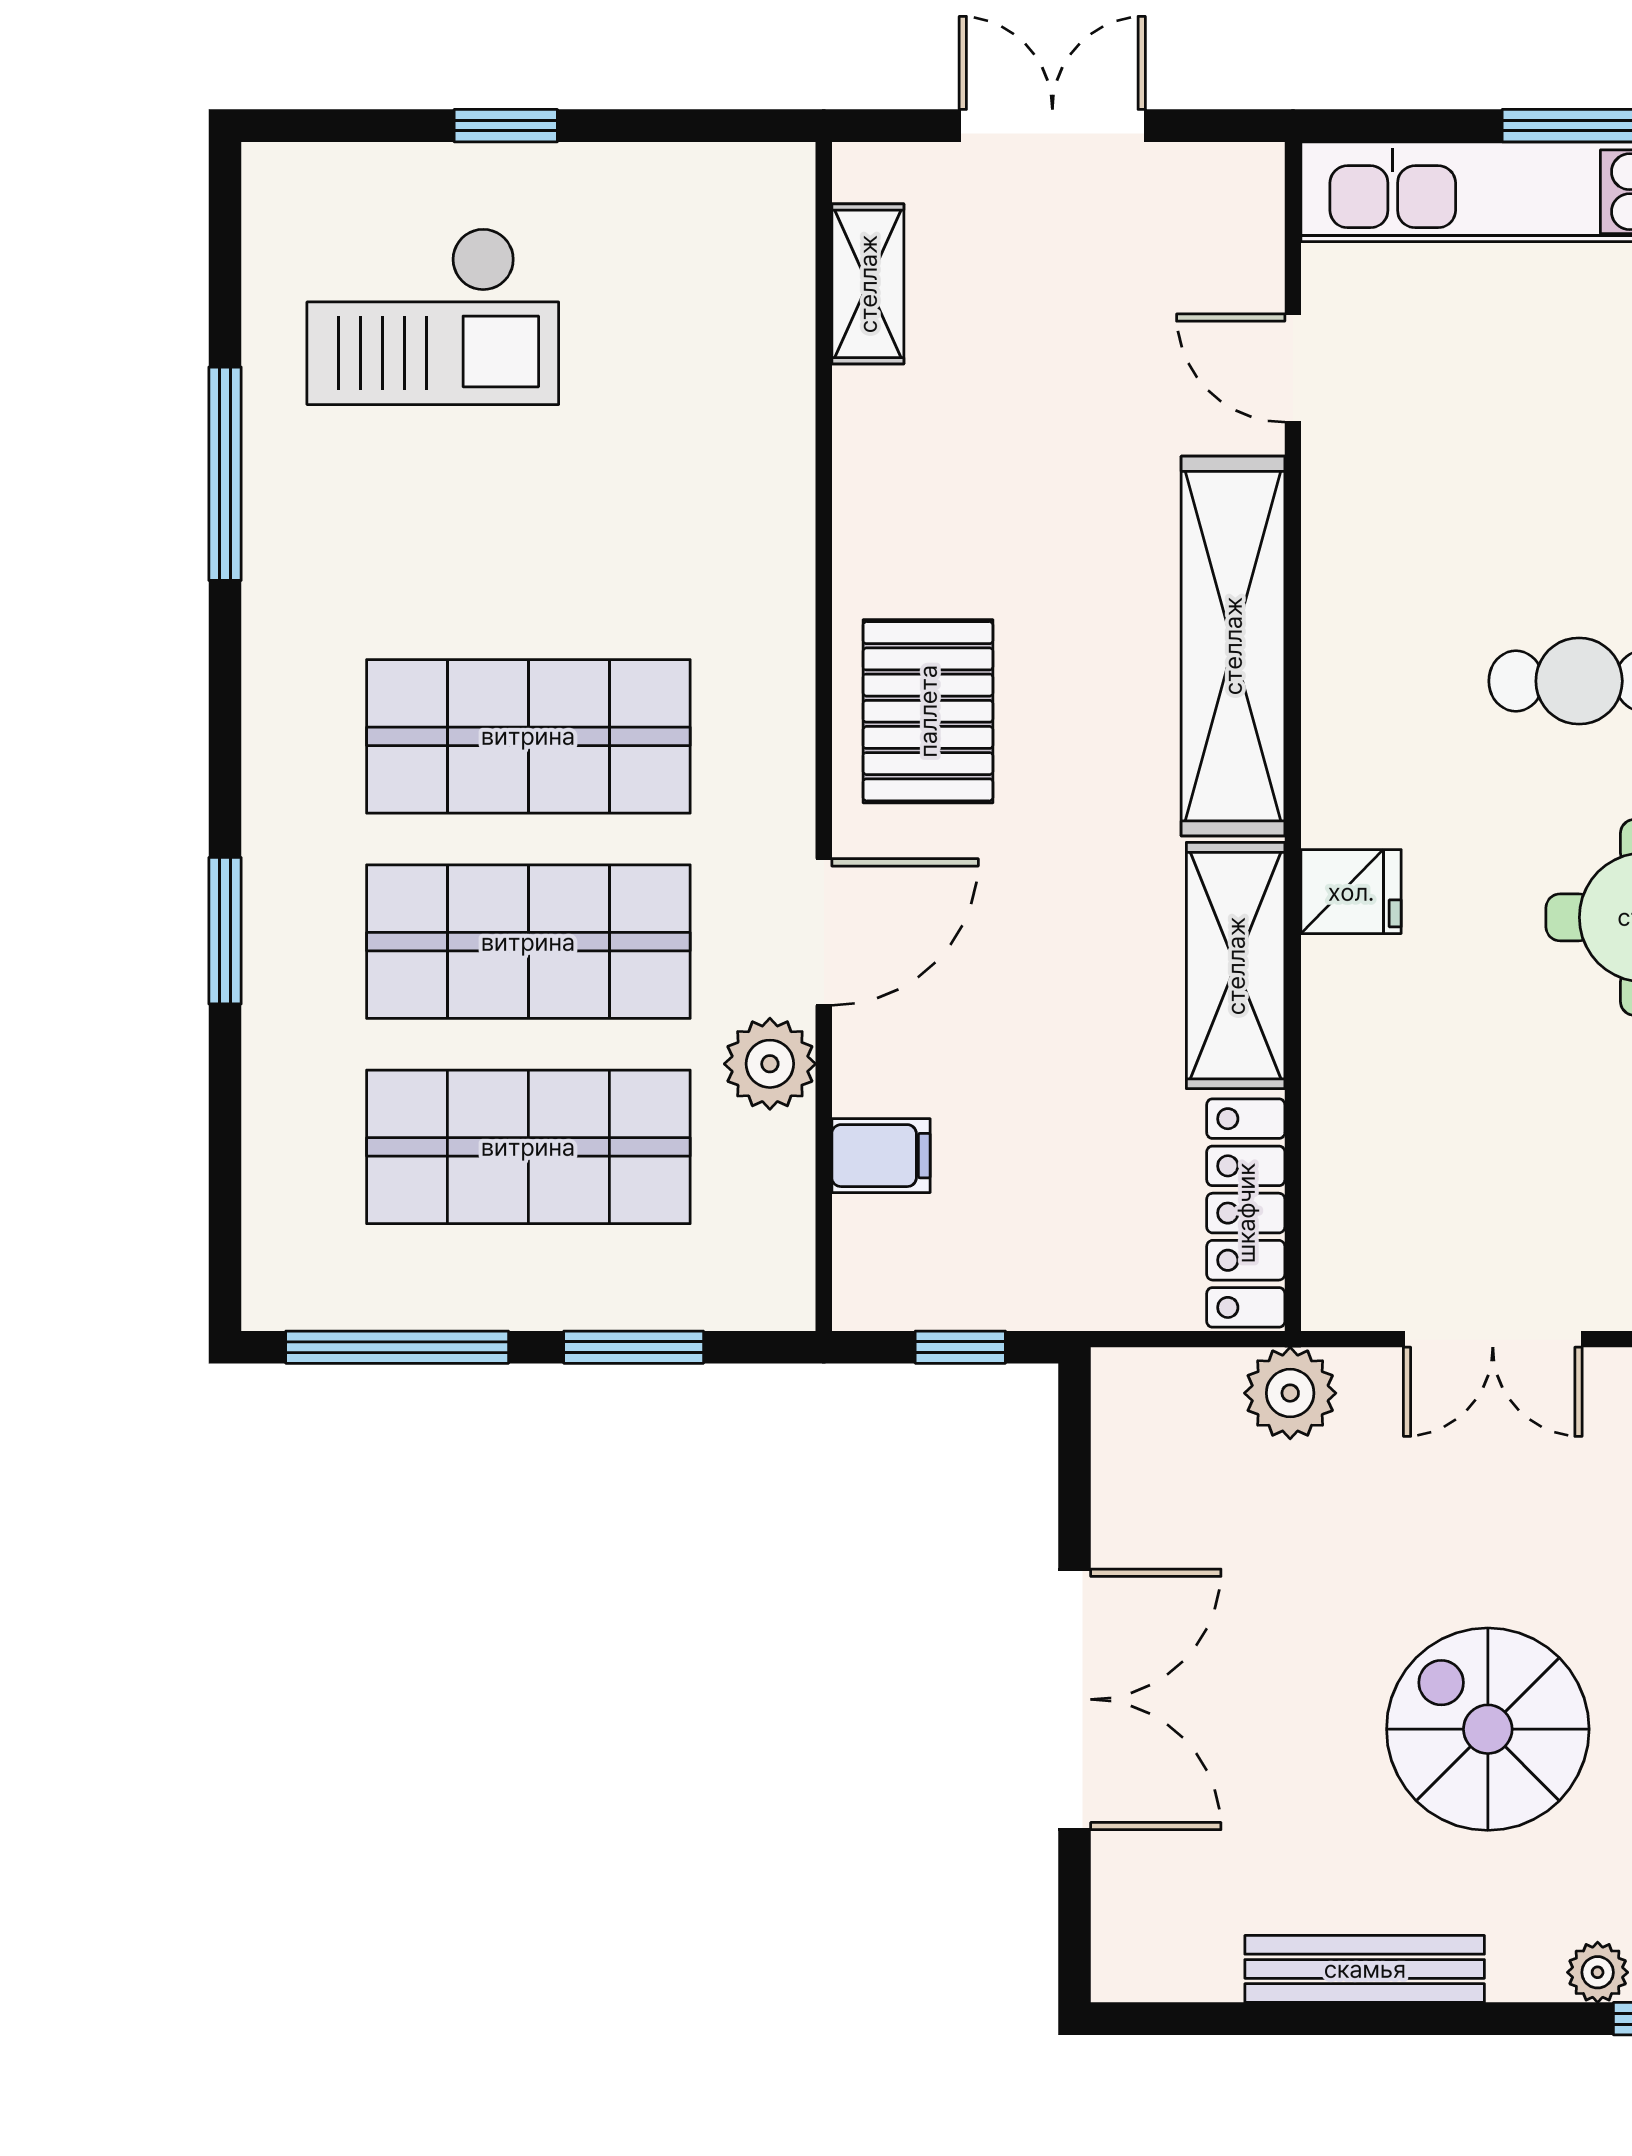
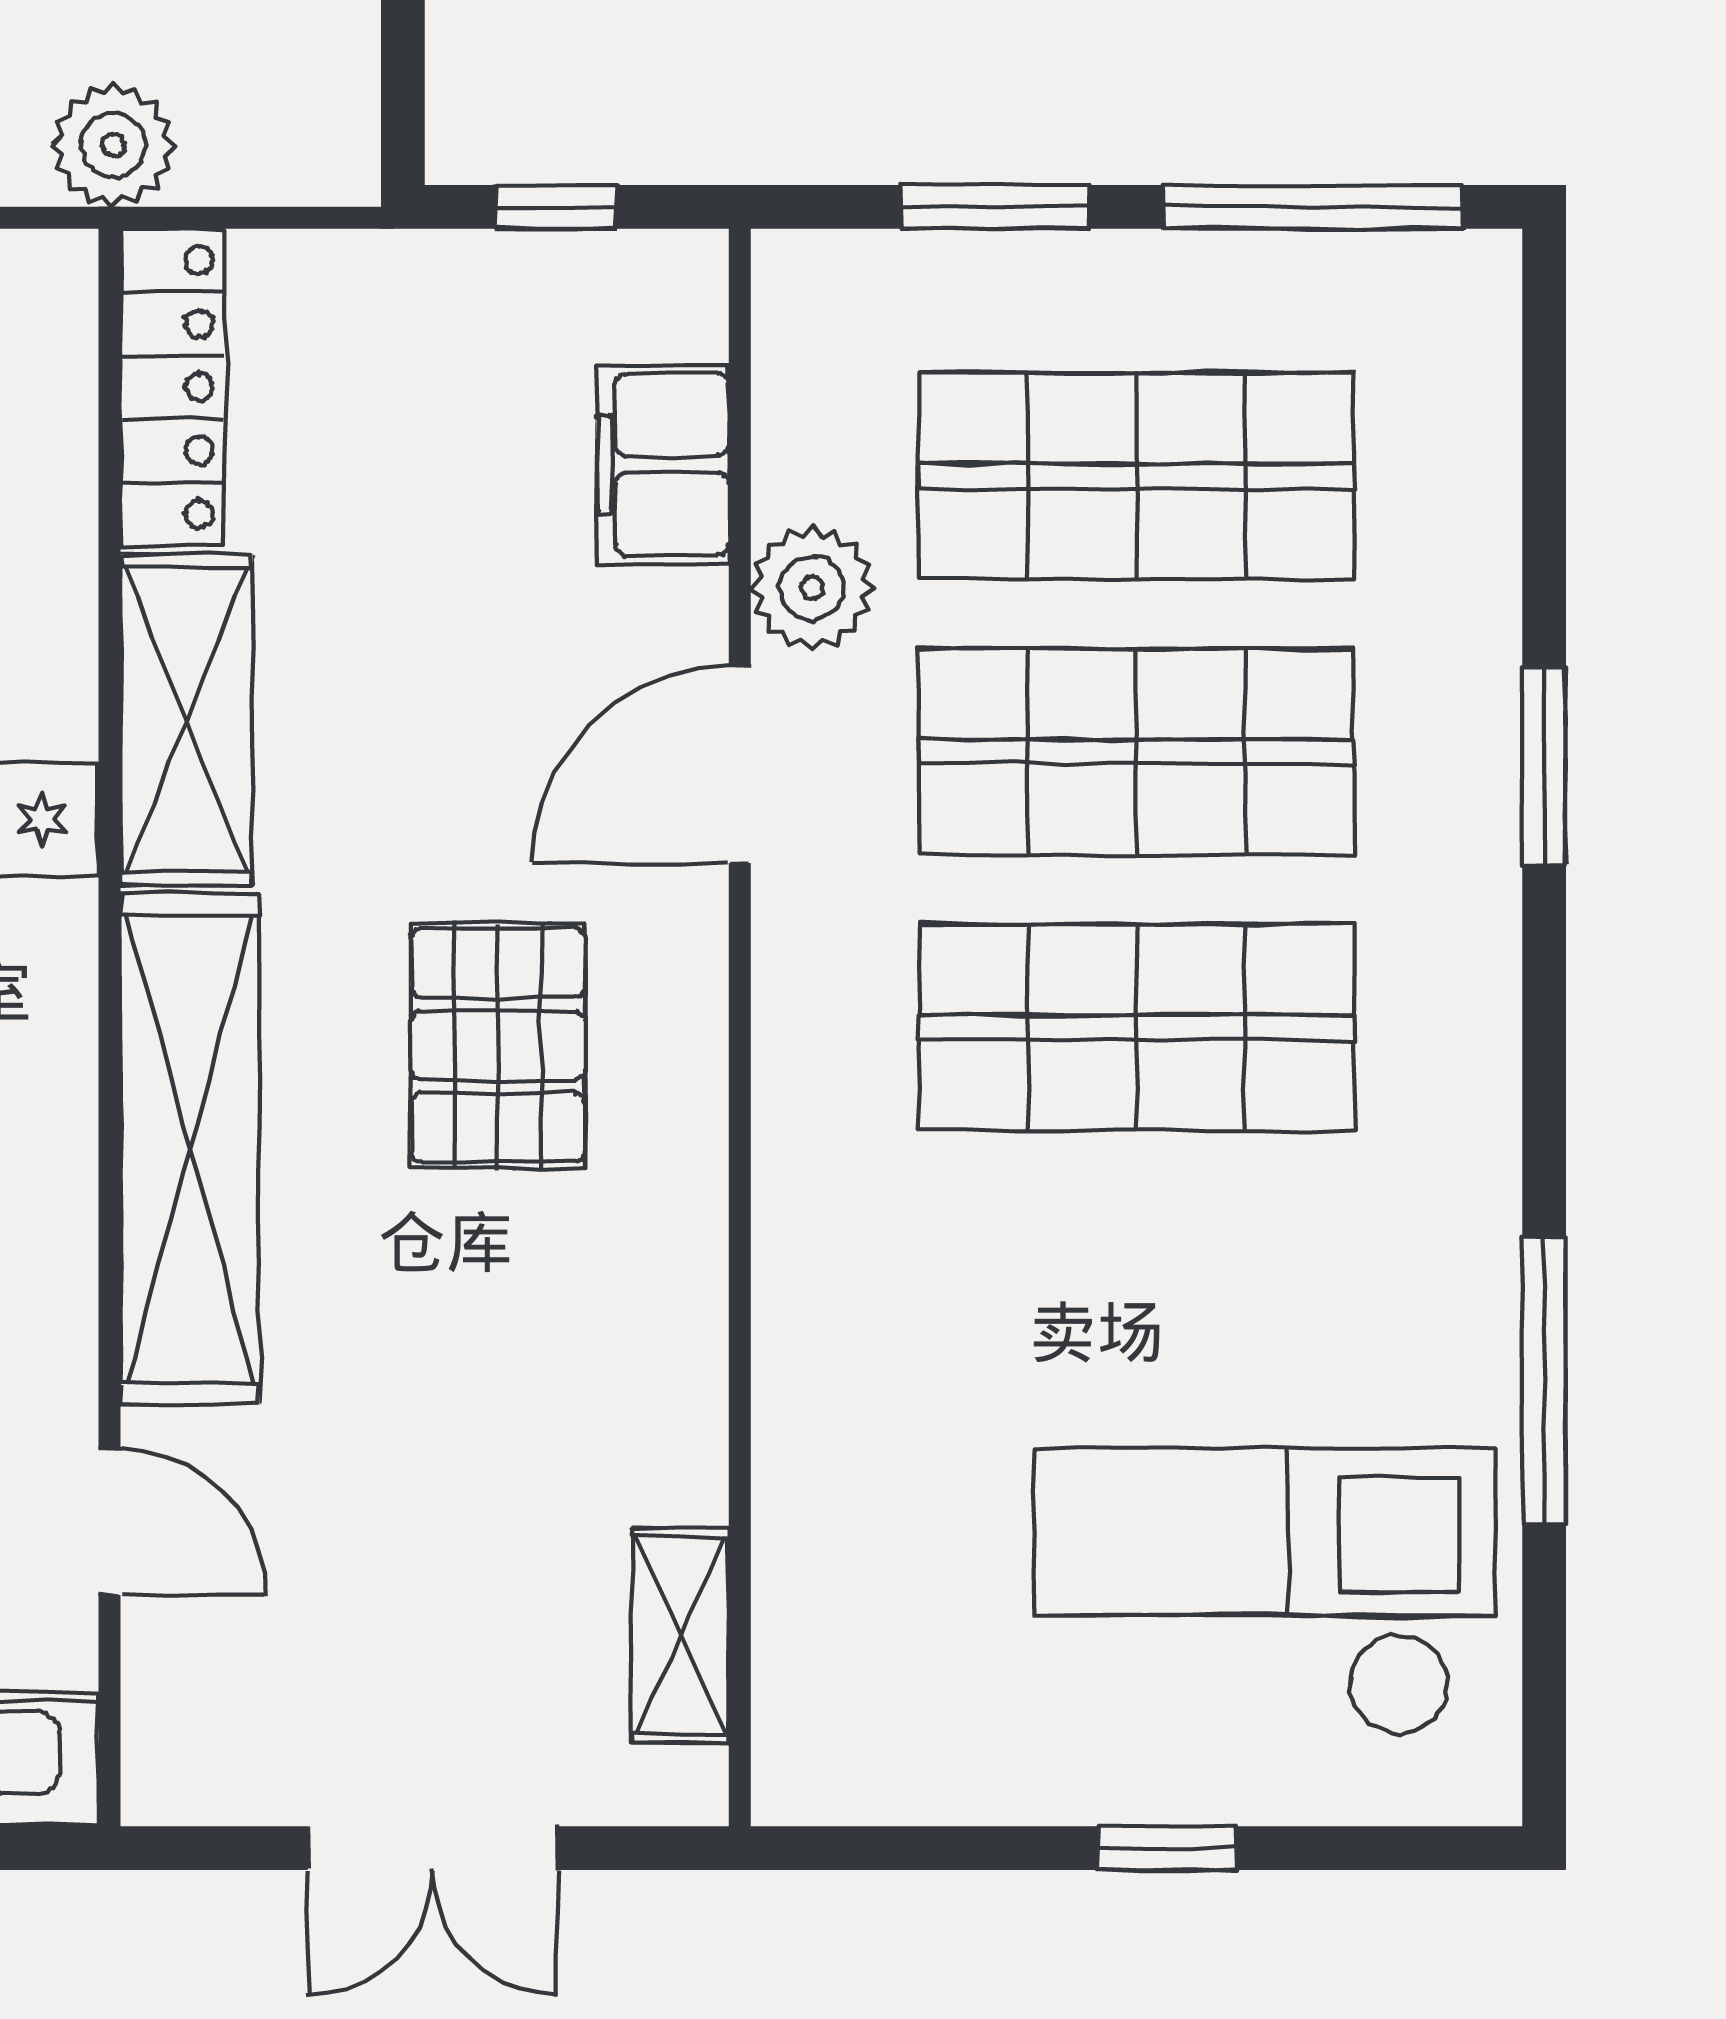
checkout: (433, 316) -> (1265, 1592), width x1.36, depth x1.21
pallet: (928, 711) -> (498, 1045), moved
filing cabinet: (881, 1156) -> (663, 464), width x2.00

